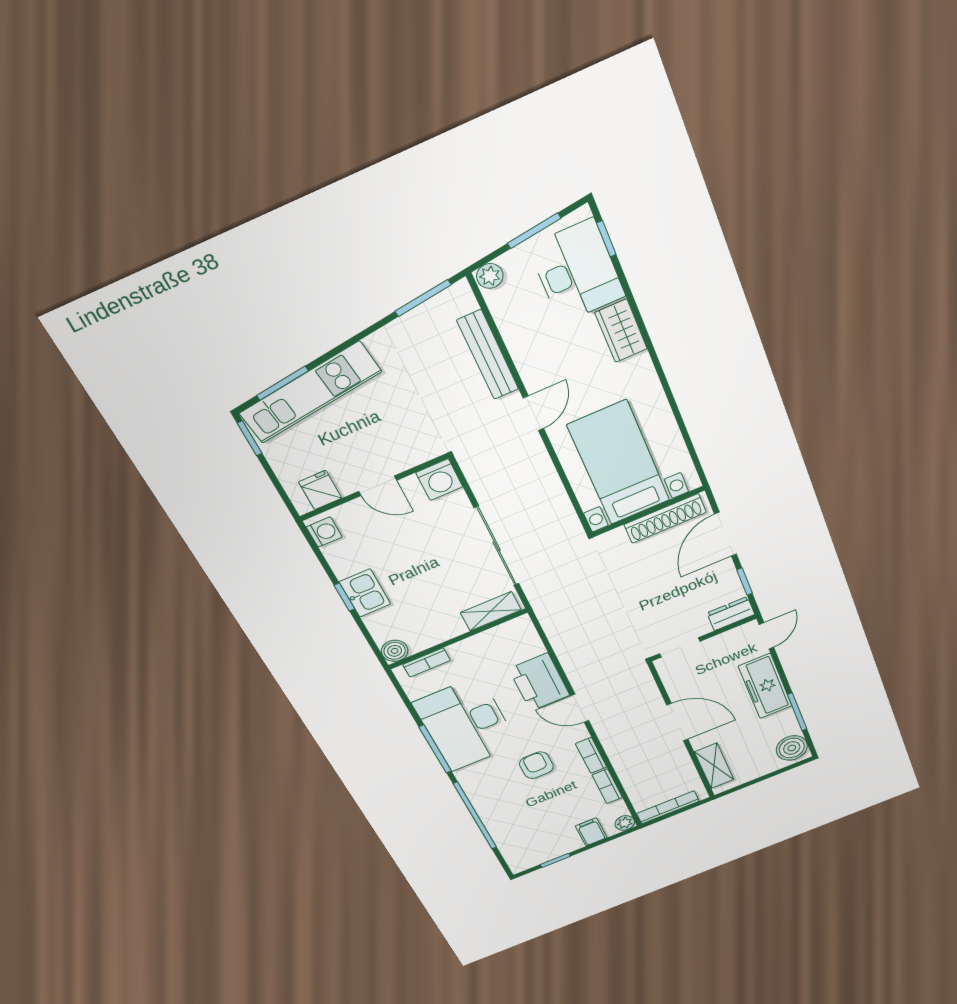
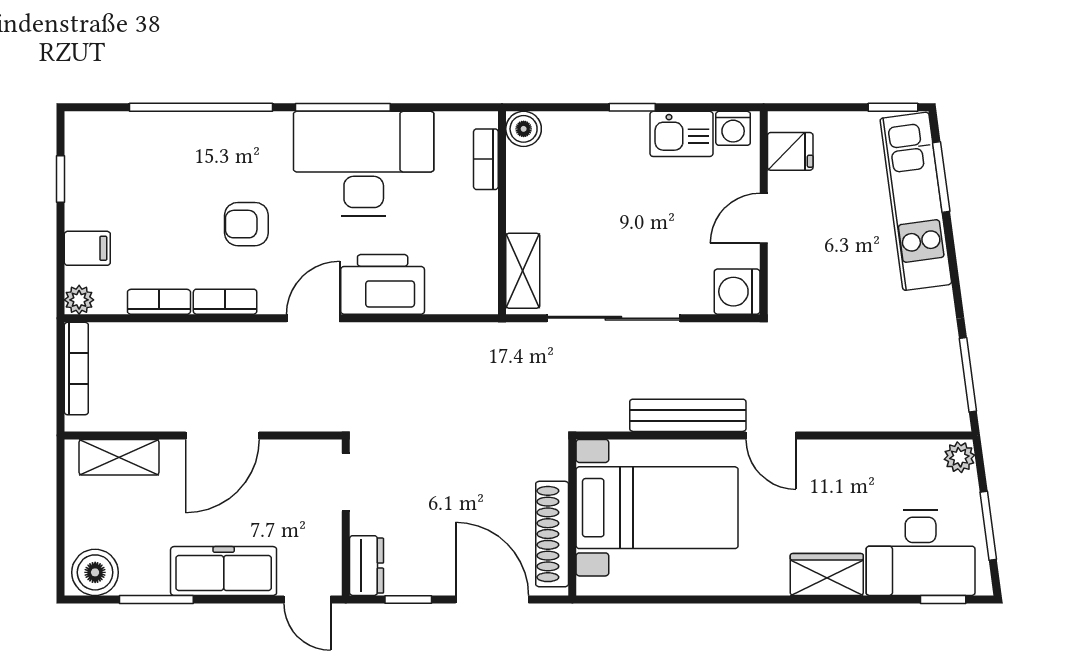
bench: (488, 355) -> (688, 415), moved
kitchen sink: (365, 593) -> (681, 134), moved
armchair: (536, 765) -> (246, 224), turned 180

